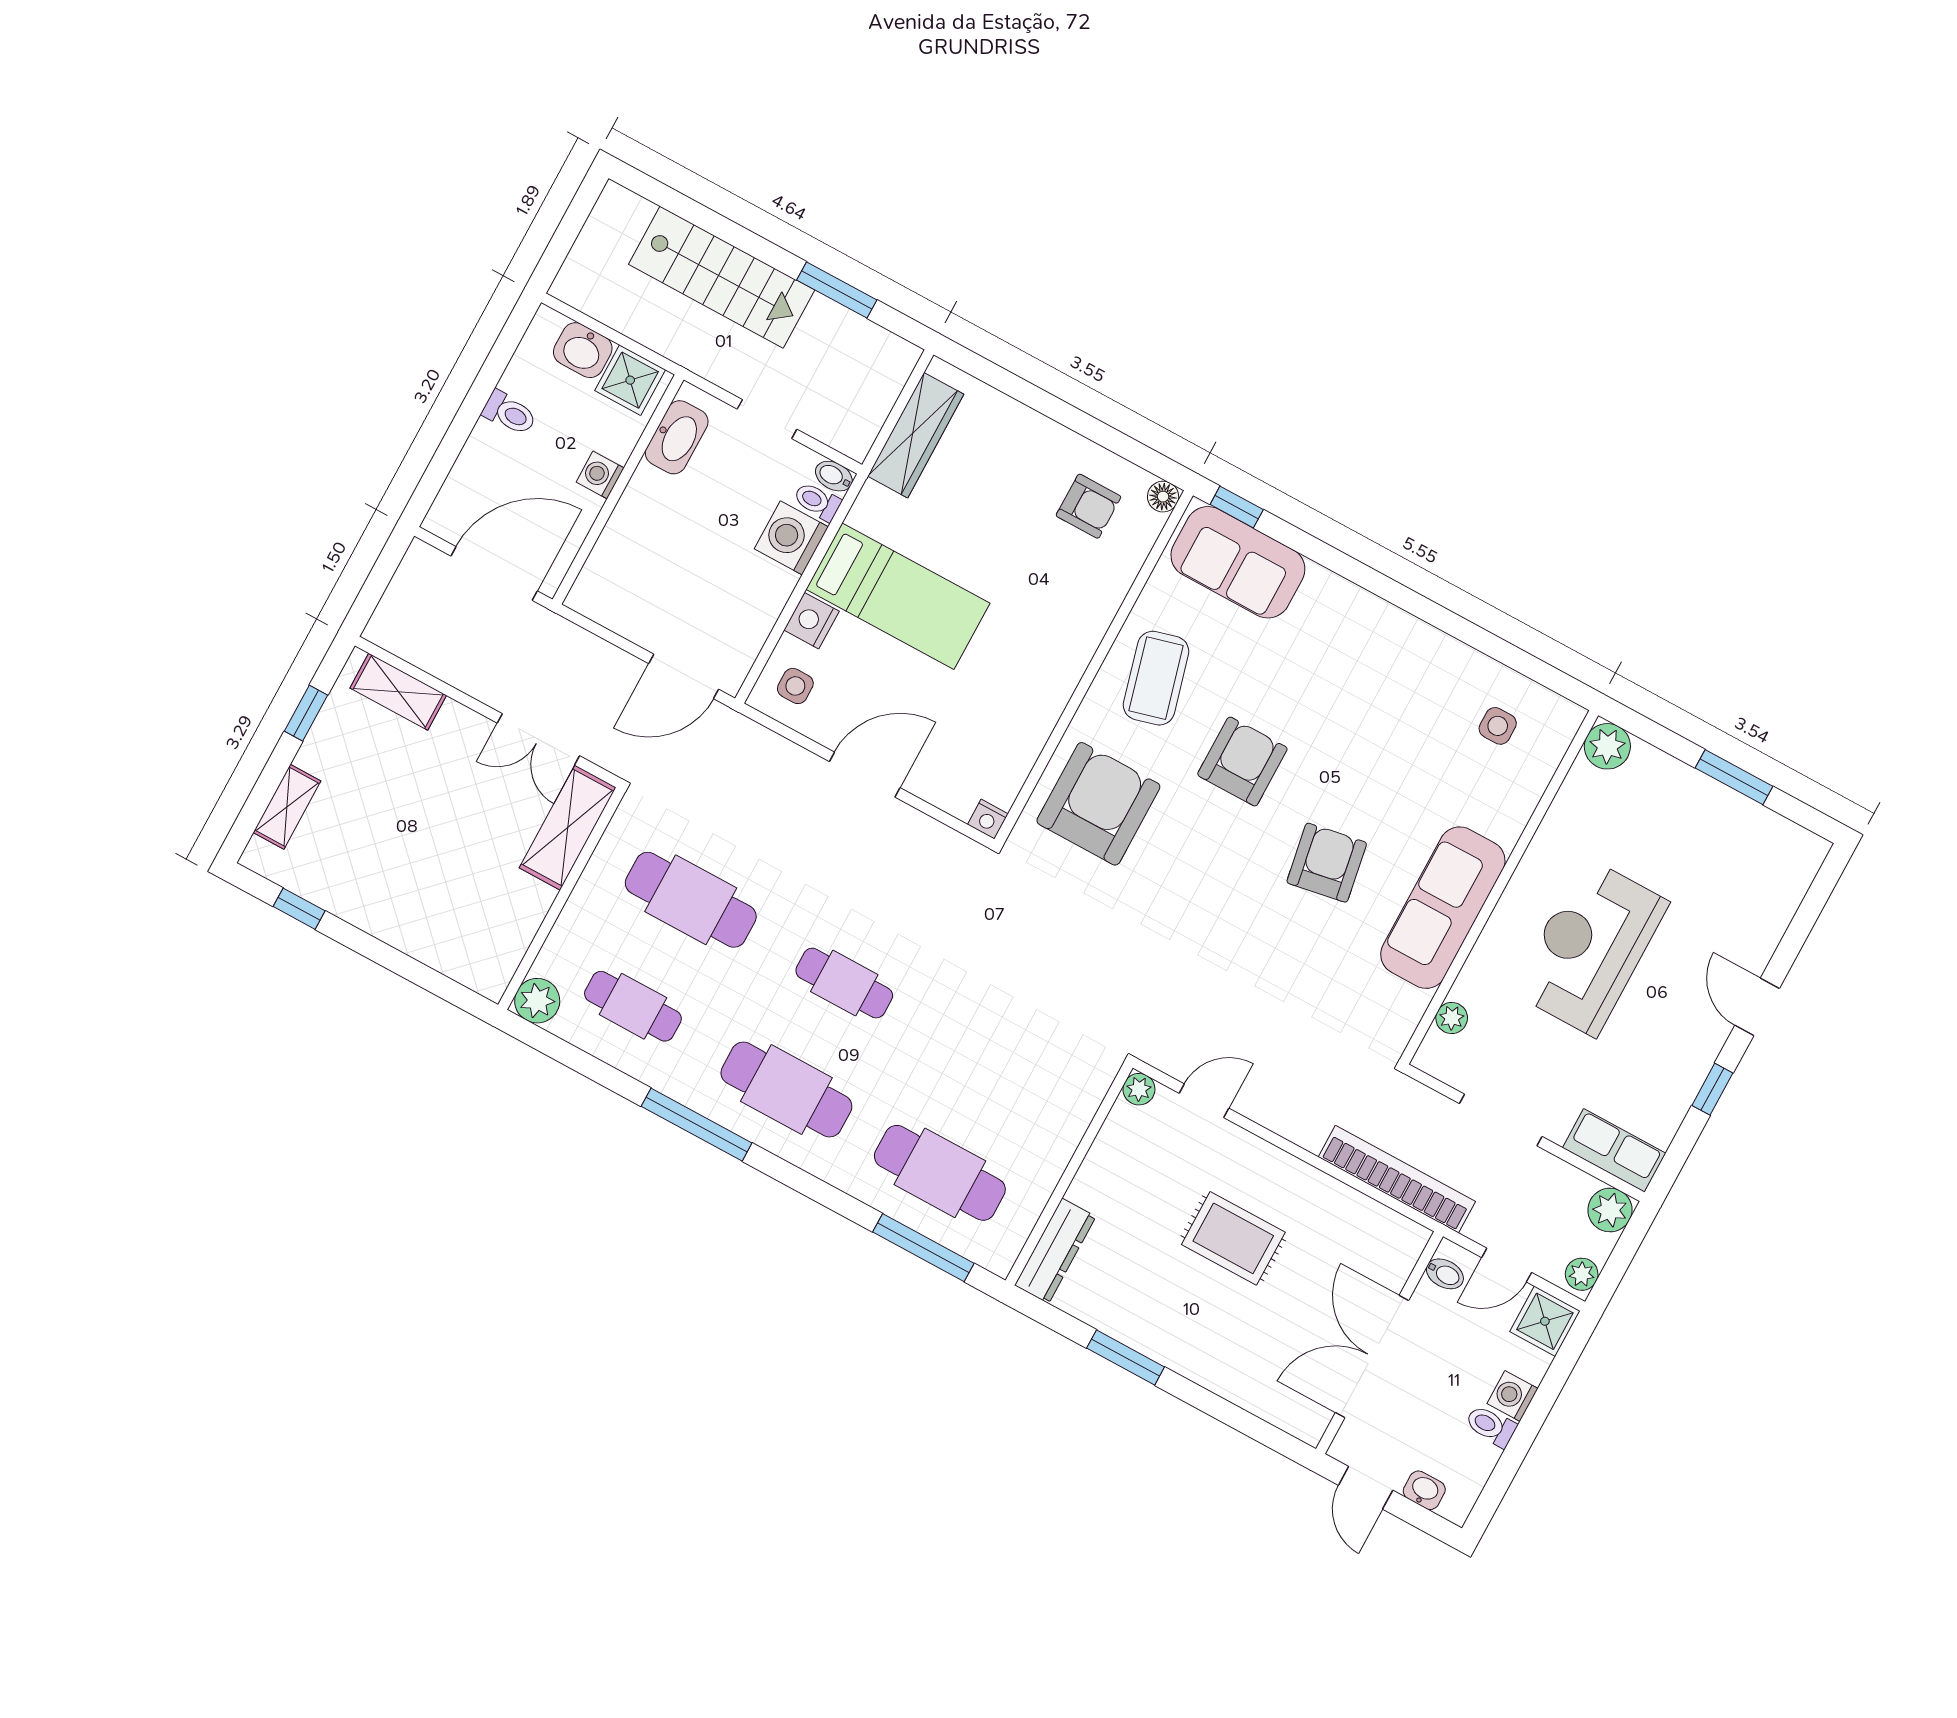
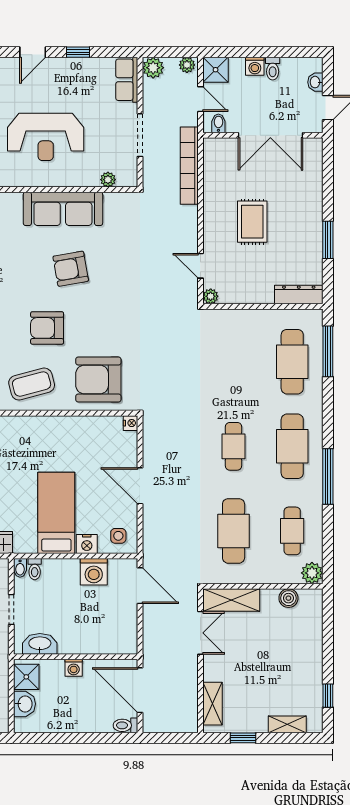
toilet: (509, 413) -> (125, 725), moved, turned -90
washing machine: (791, 538) -> (94, 572), moved
boiler: (515, 933) -> (288, 598), added

